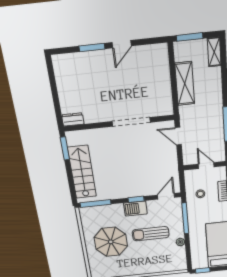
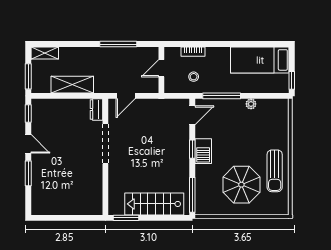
window: (152, 41) -> (28, 113), added
dresser: (73, 119) -> (96, 110), moved
door: (166, 196) -> (192, 115), swing flipped
sun lounger: (151, 234) -> (275, 171), moved

